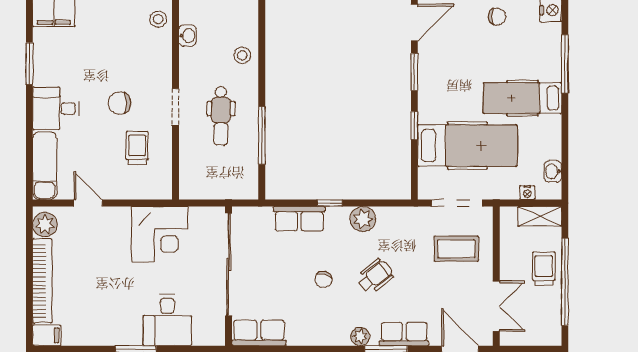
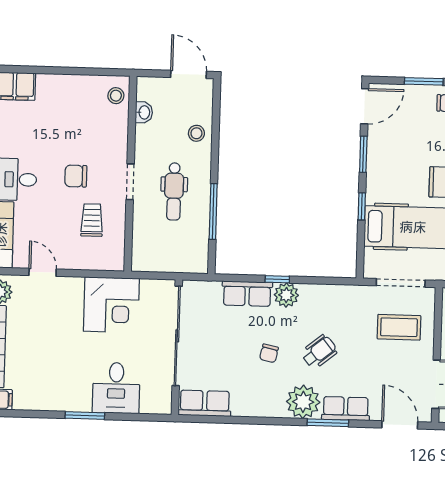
plant: (363, 219) -> (286, 295), moved
plant: (360, 337) -> (303, 402), width x1.88, depth x1.88

